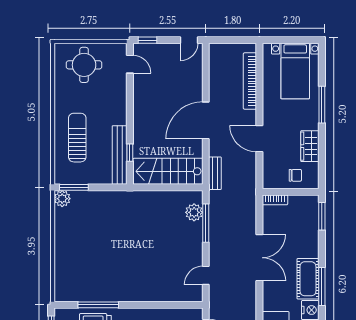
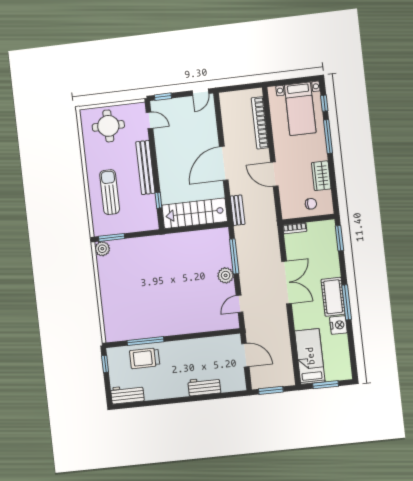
window: (322, 68) -> (324, 103), added
bench: (120, 155) -> (145, 167), moved
plant: (194, 212) -> (226, 275), moved

